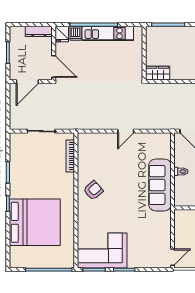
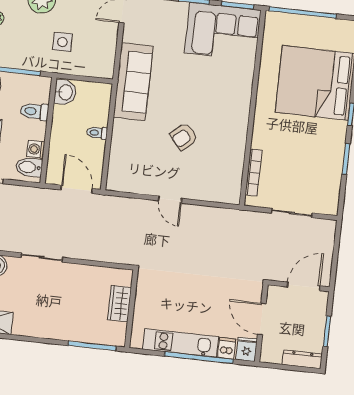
dresser: (39, 31) -> (302, 359), moved
door: (54, 67) -> (262, 319), moved
wardrobe: (158, 73) -> (120, 304), moved, turned 90
door: (126, 131) -> (170, 200), swing flipped
sofa: (160, 185) -> (133, 82), moved
armchair: (93, 190) -> (184, 137), moved

